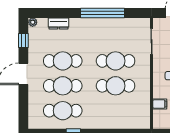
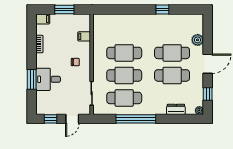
plant: (35, 100) -> (198, 40), added
cafe table: (63, 111) -> (124, 98), moved

